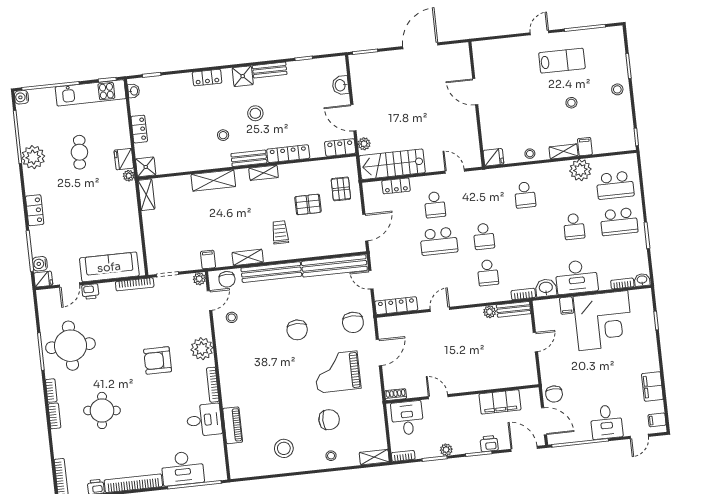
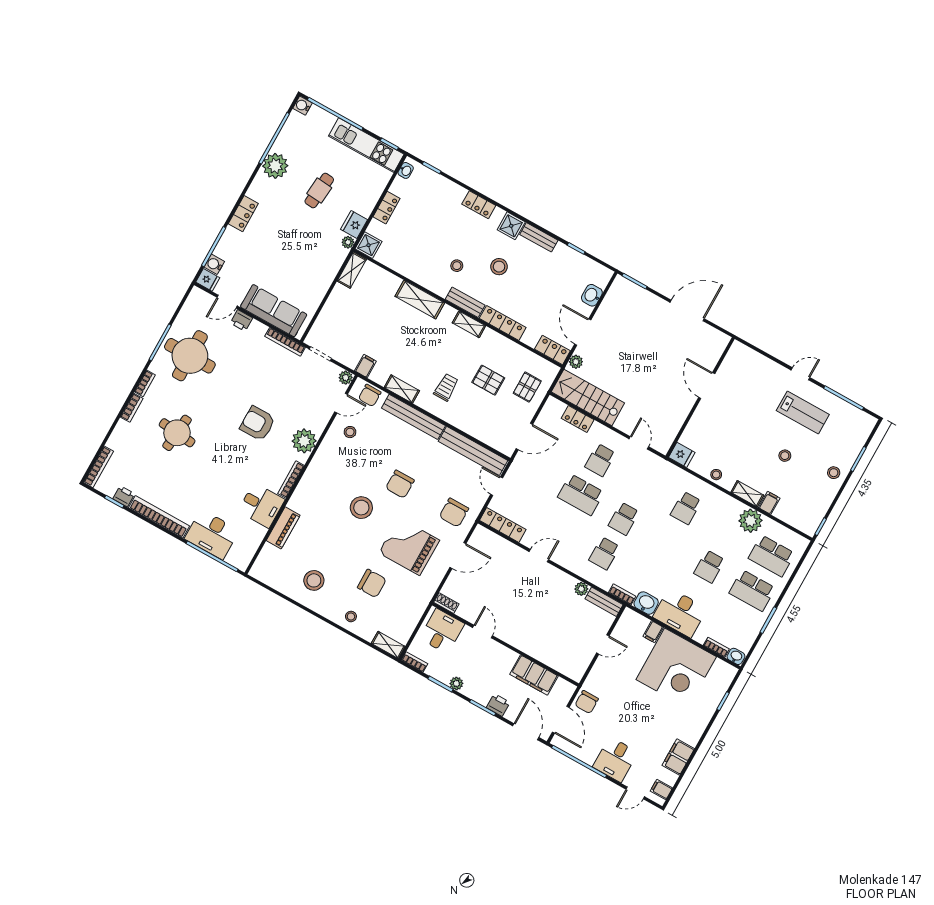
stool: (281, 368) -> (361, 508), added

